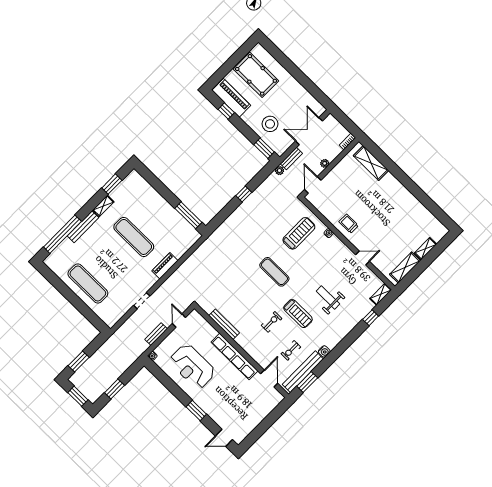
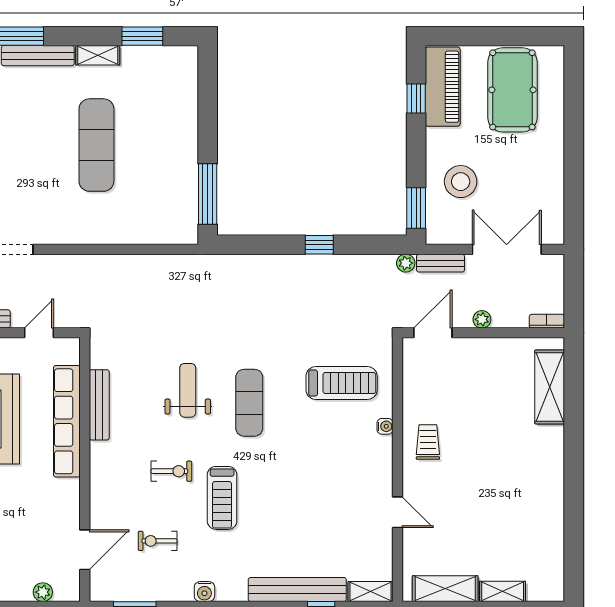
piano: (165, 266) -> (99, 233), removed
weight bench: (328, 297) -> (188, 390), moved
row of seats: (234, 356) -> (67, 421), moved
bench: (303, 372) -> (297, 590), moved
plant: (270, 407) -> (43, 592), added

